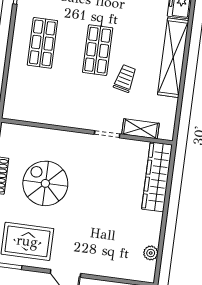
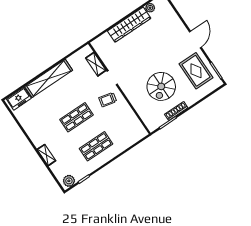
trolley: (125, 78) -> (108, 100), moved
wardrobe: (157, 177) -> (129, 25), moved

